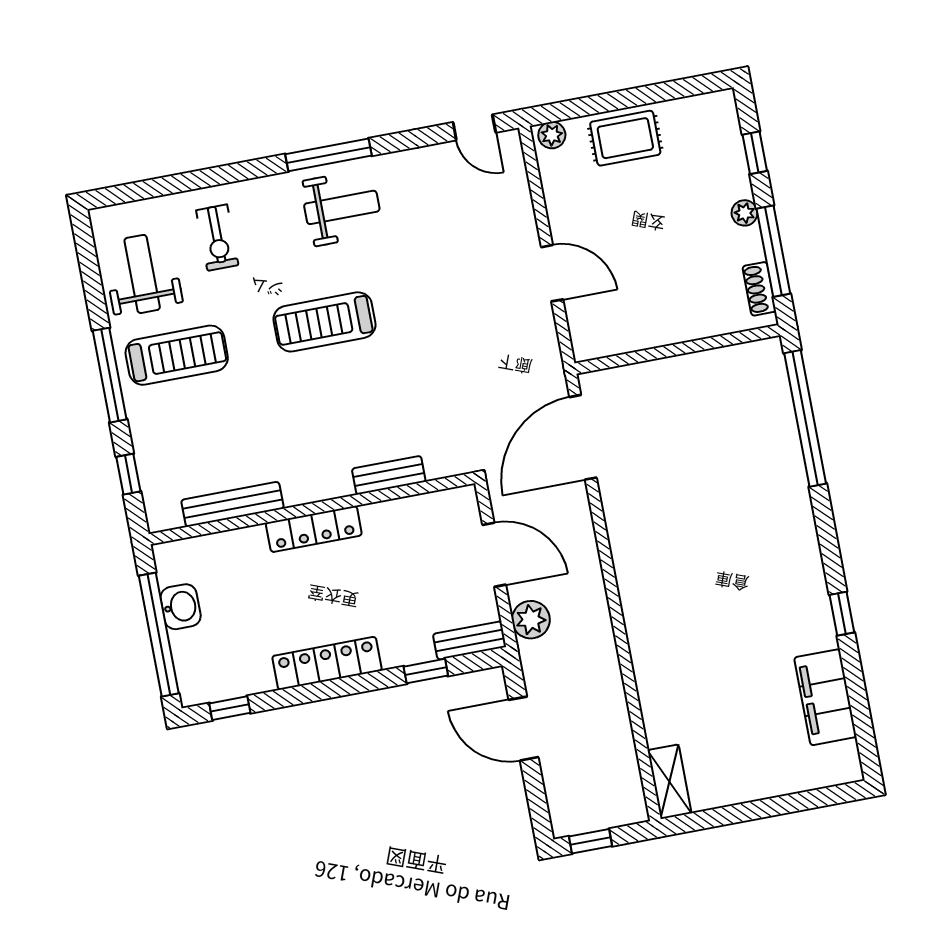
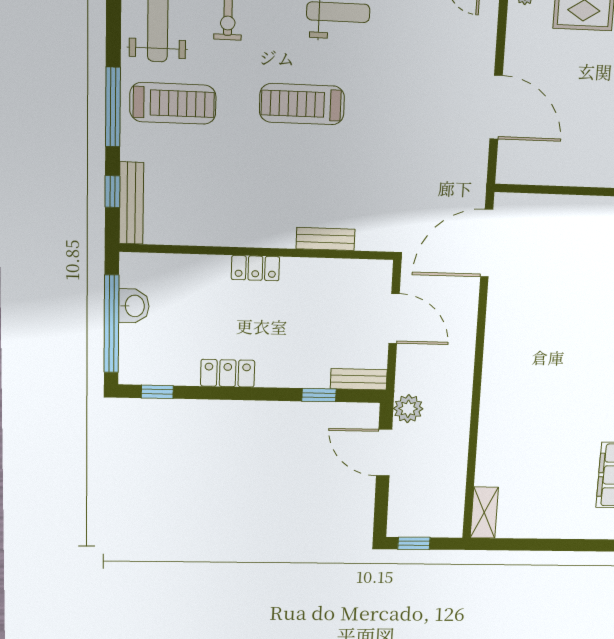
door: (552, 273) -> (496, 107), width x1.36
bench: (232, 504) -> (131, 203), moved, turned 90
locker: (314, 529) -> (255, 268), width x0.66
plant: (531, 620) -> (408, 409), moved
locker: (327, 663) -> (228, 373), width x0.66

